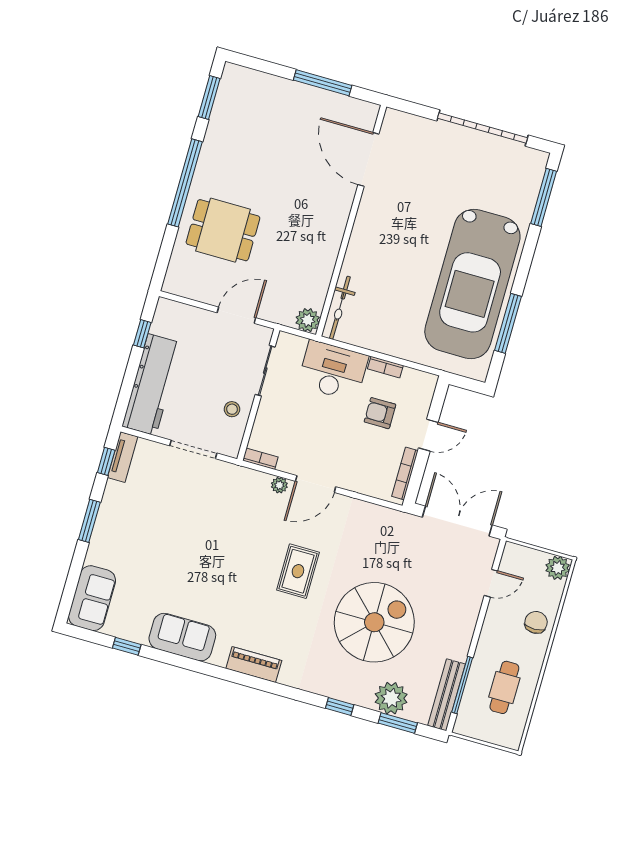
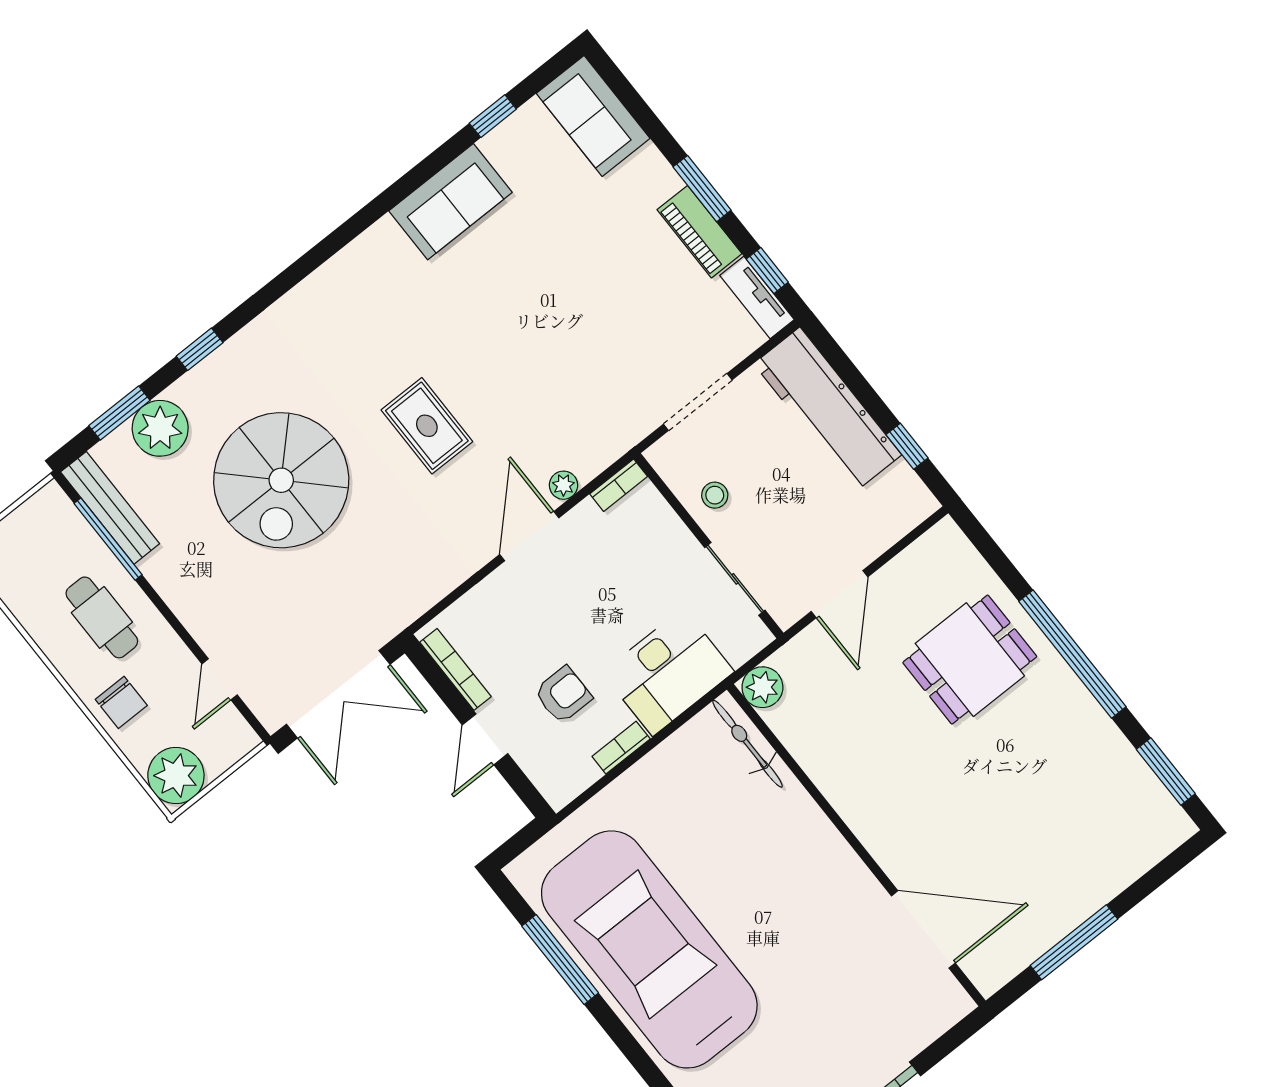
plant: (558, 568) -> (176, 776), width x1.36, depth x1.36
piano: (254, 664) -> (699, 232), moved, turned 90
cafe table: (504, 687) -> (102, 617), moved

